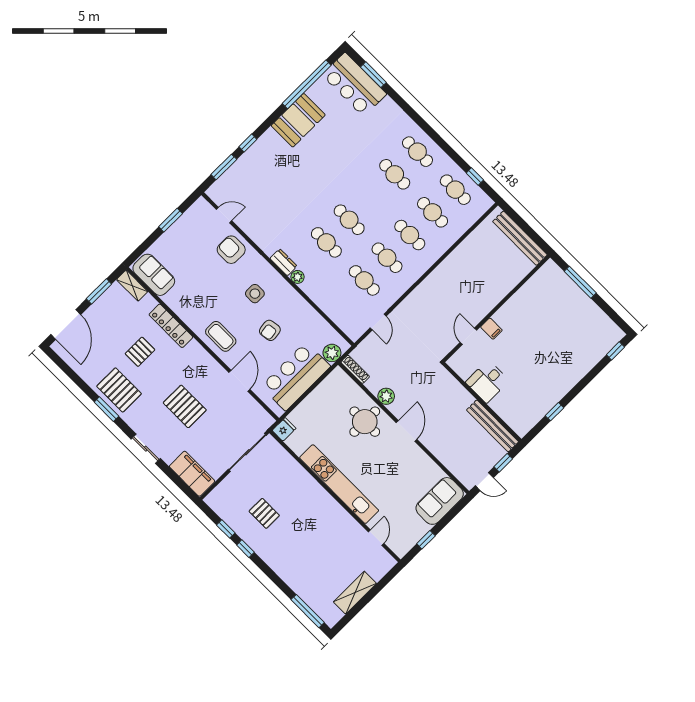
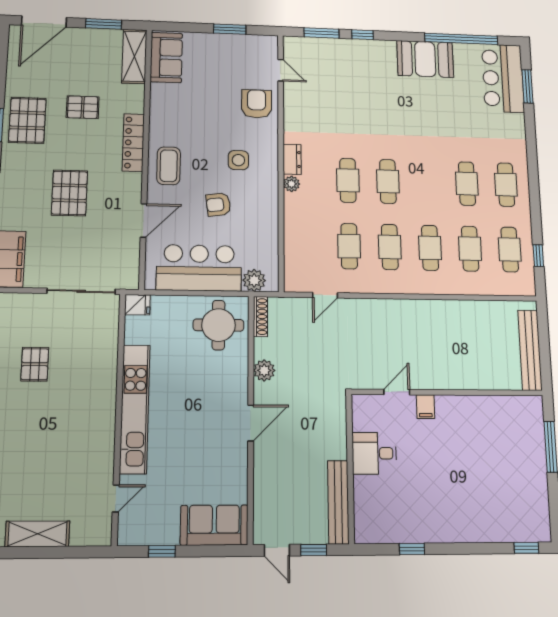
shelving: (132, 286) -> (134, 56), width x1.50, depth x1.33
locker: (171, 326) -> (133, 143), moved
round table: (365, 422) -> (218, 325), moved

